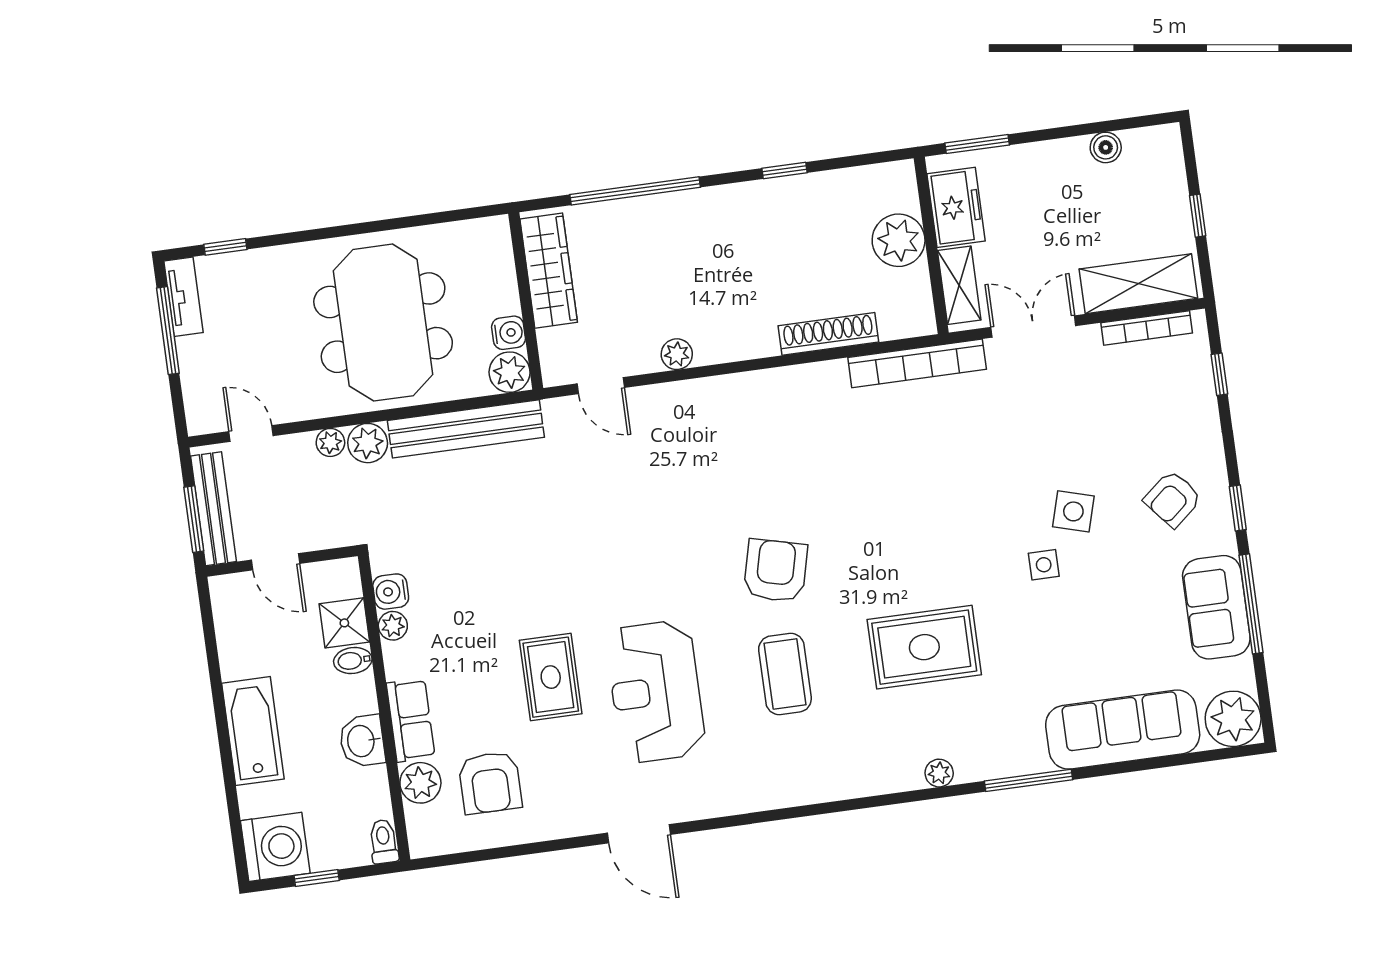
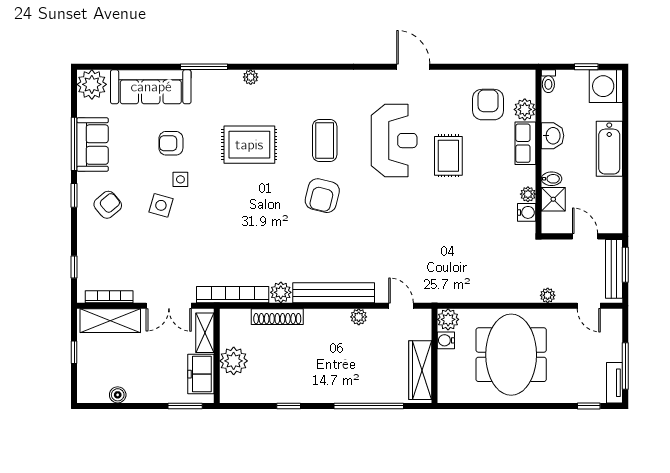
bench: (466, 429) -> (334, 293), moved
plant: (368, 443) -> (281, 292), moved
armchair: (1071, 630) -> (171, 143), added

